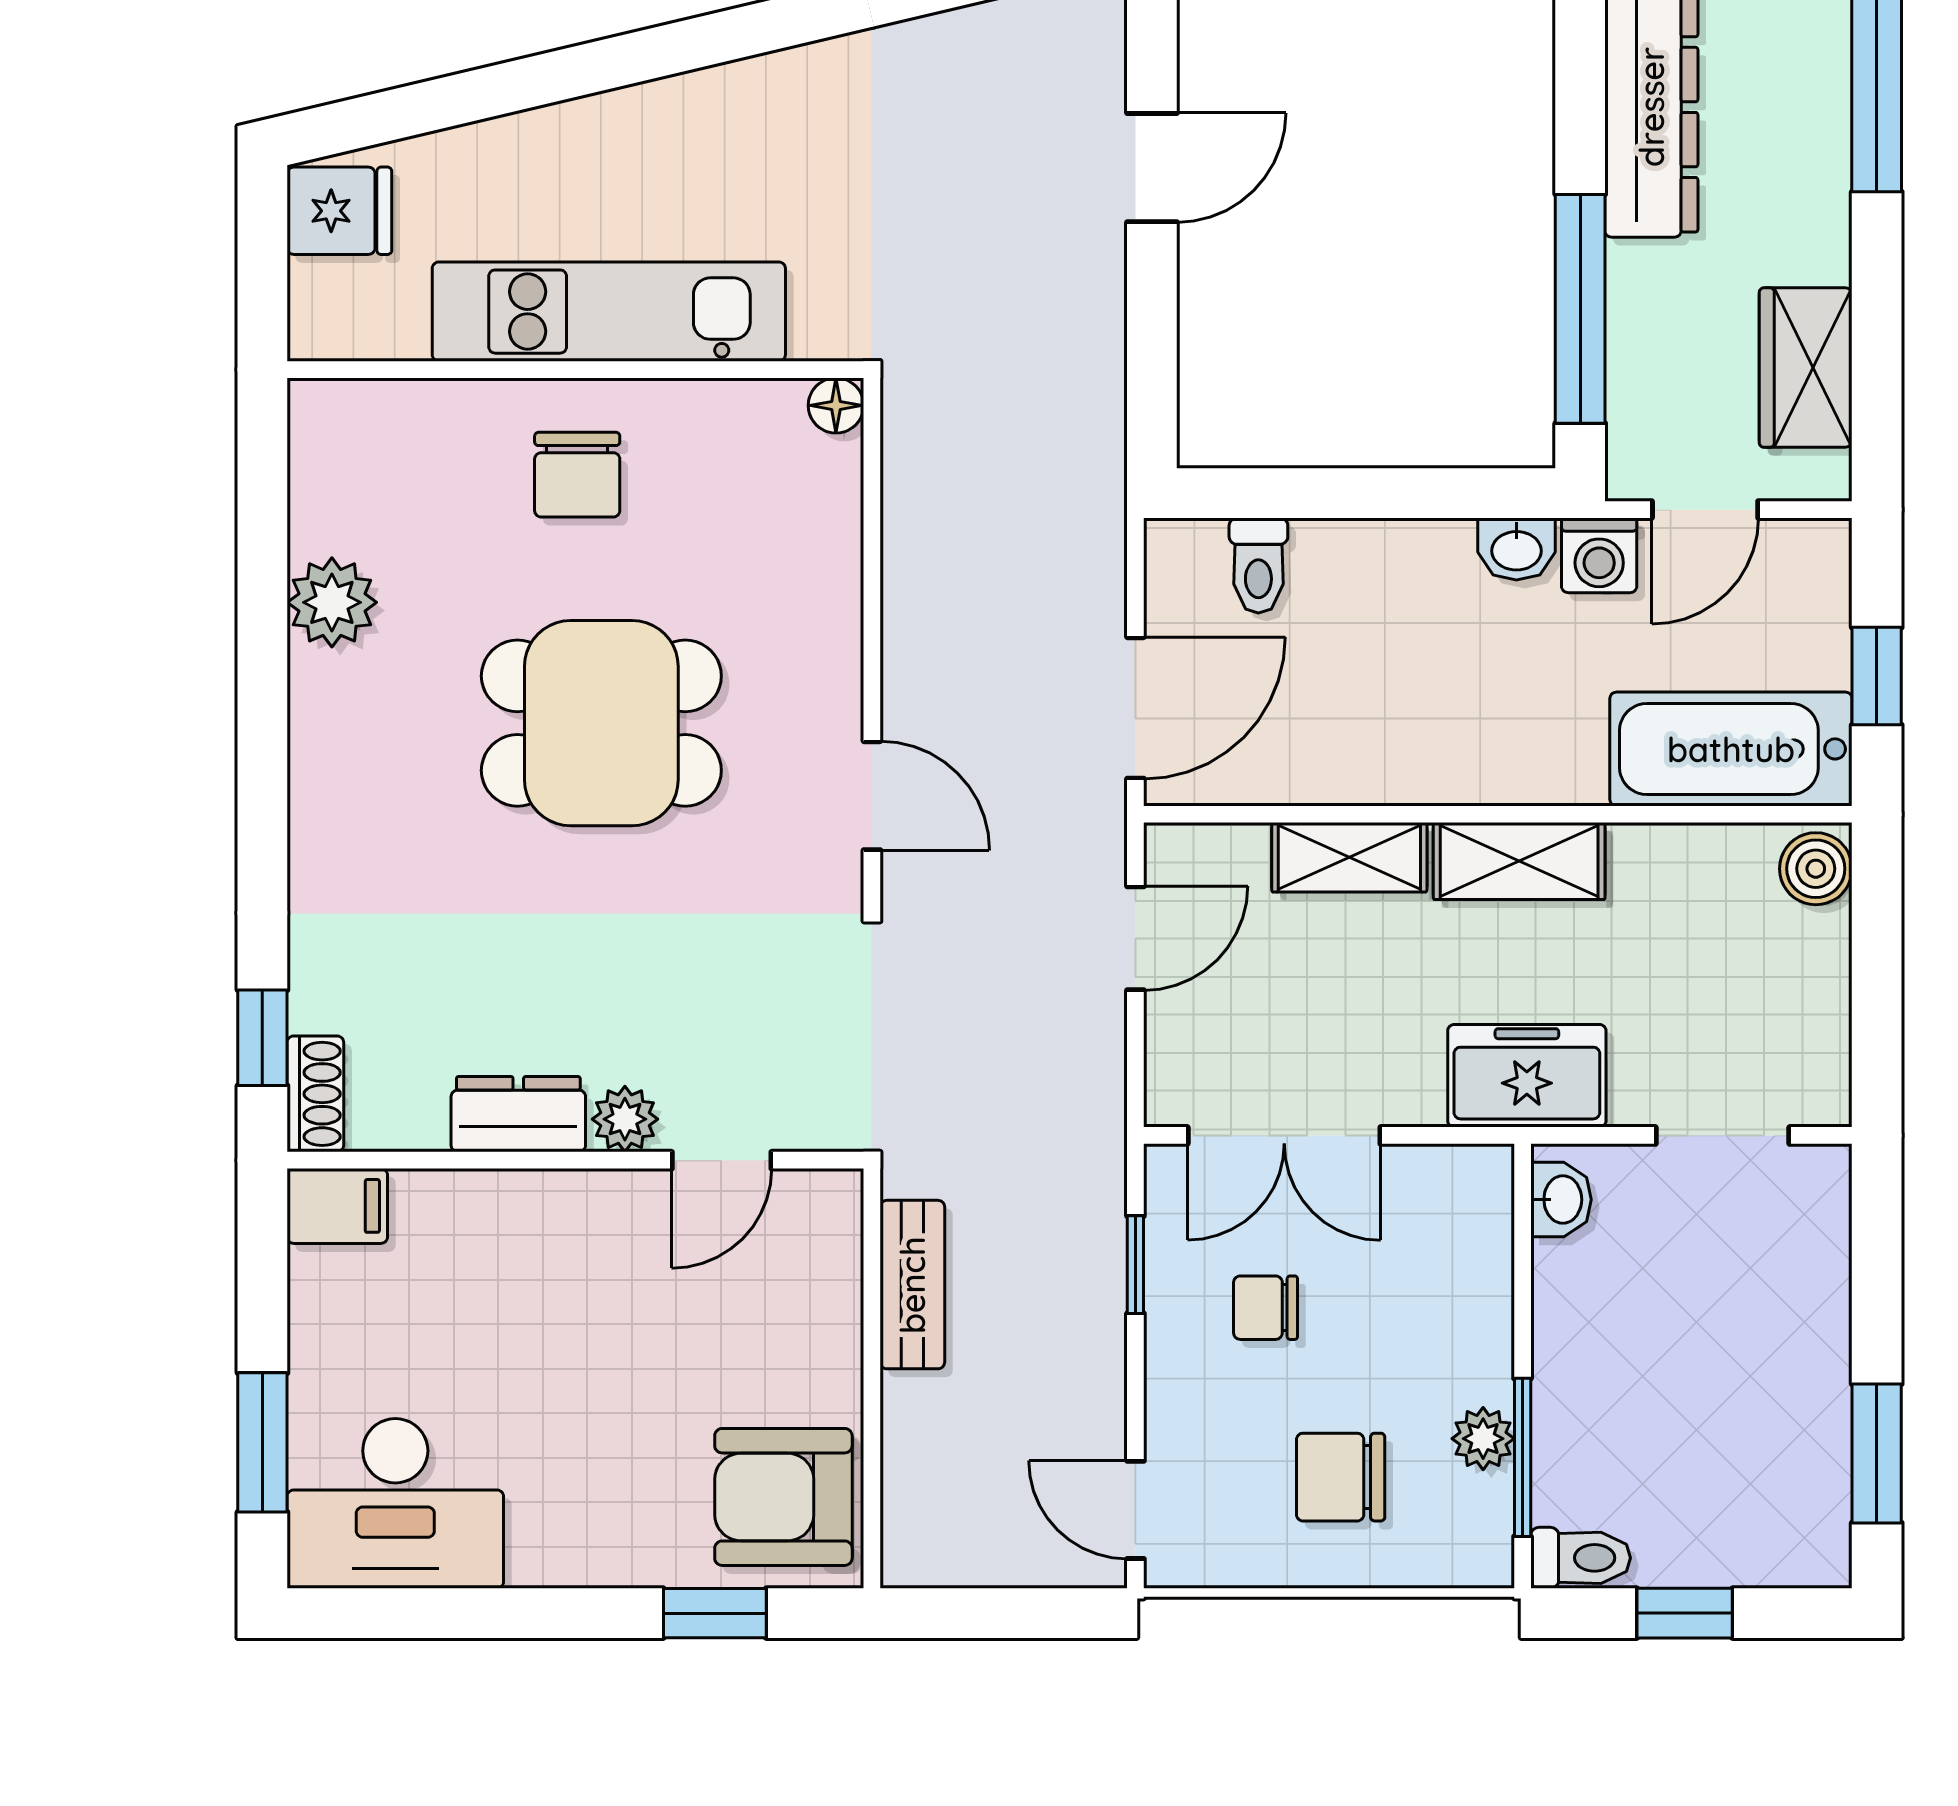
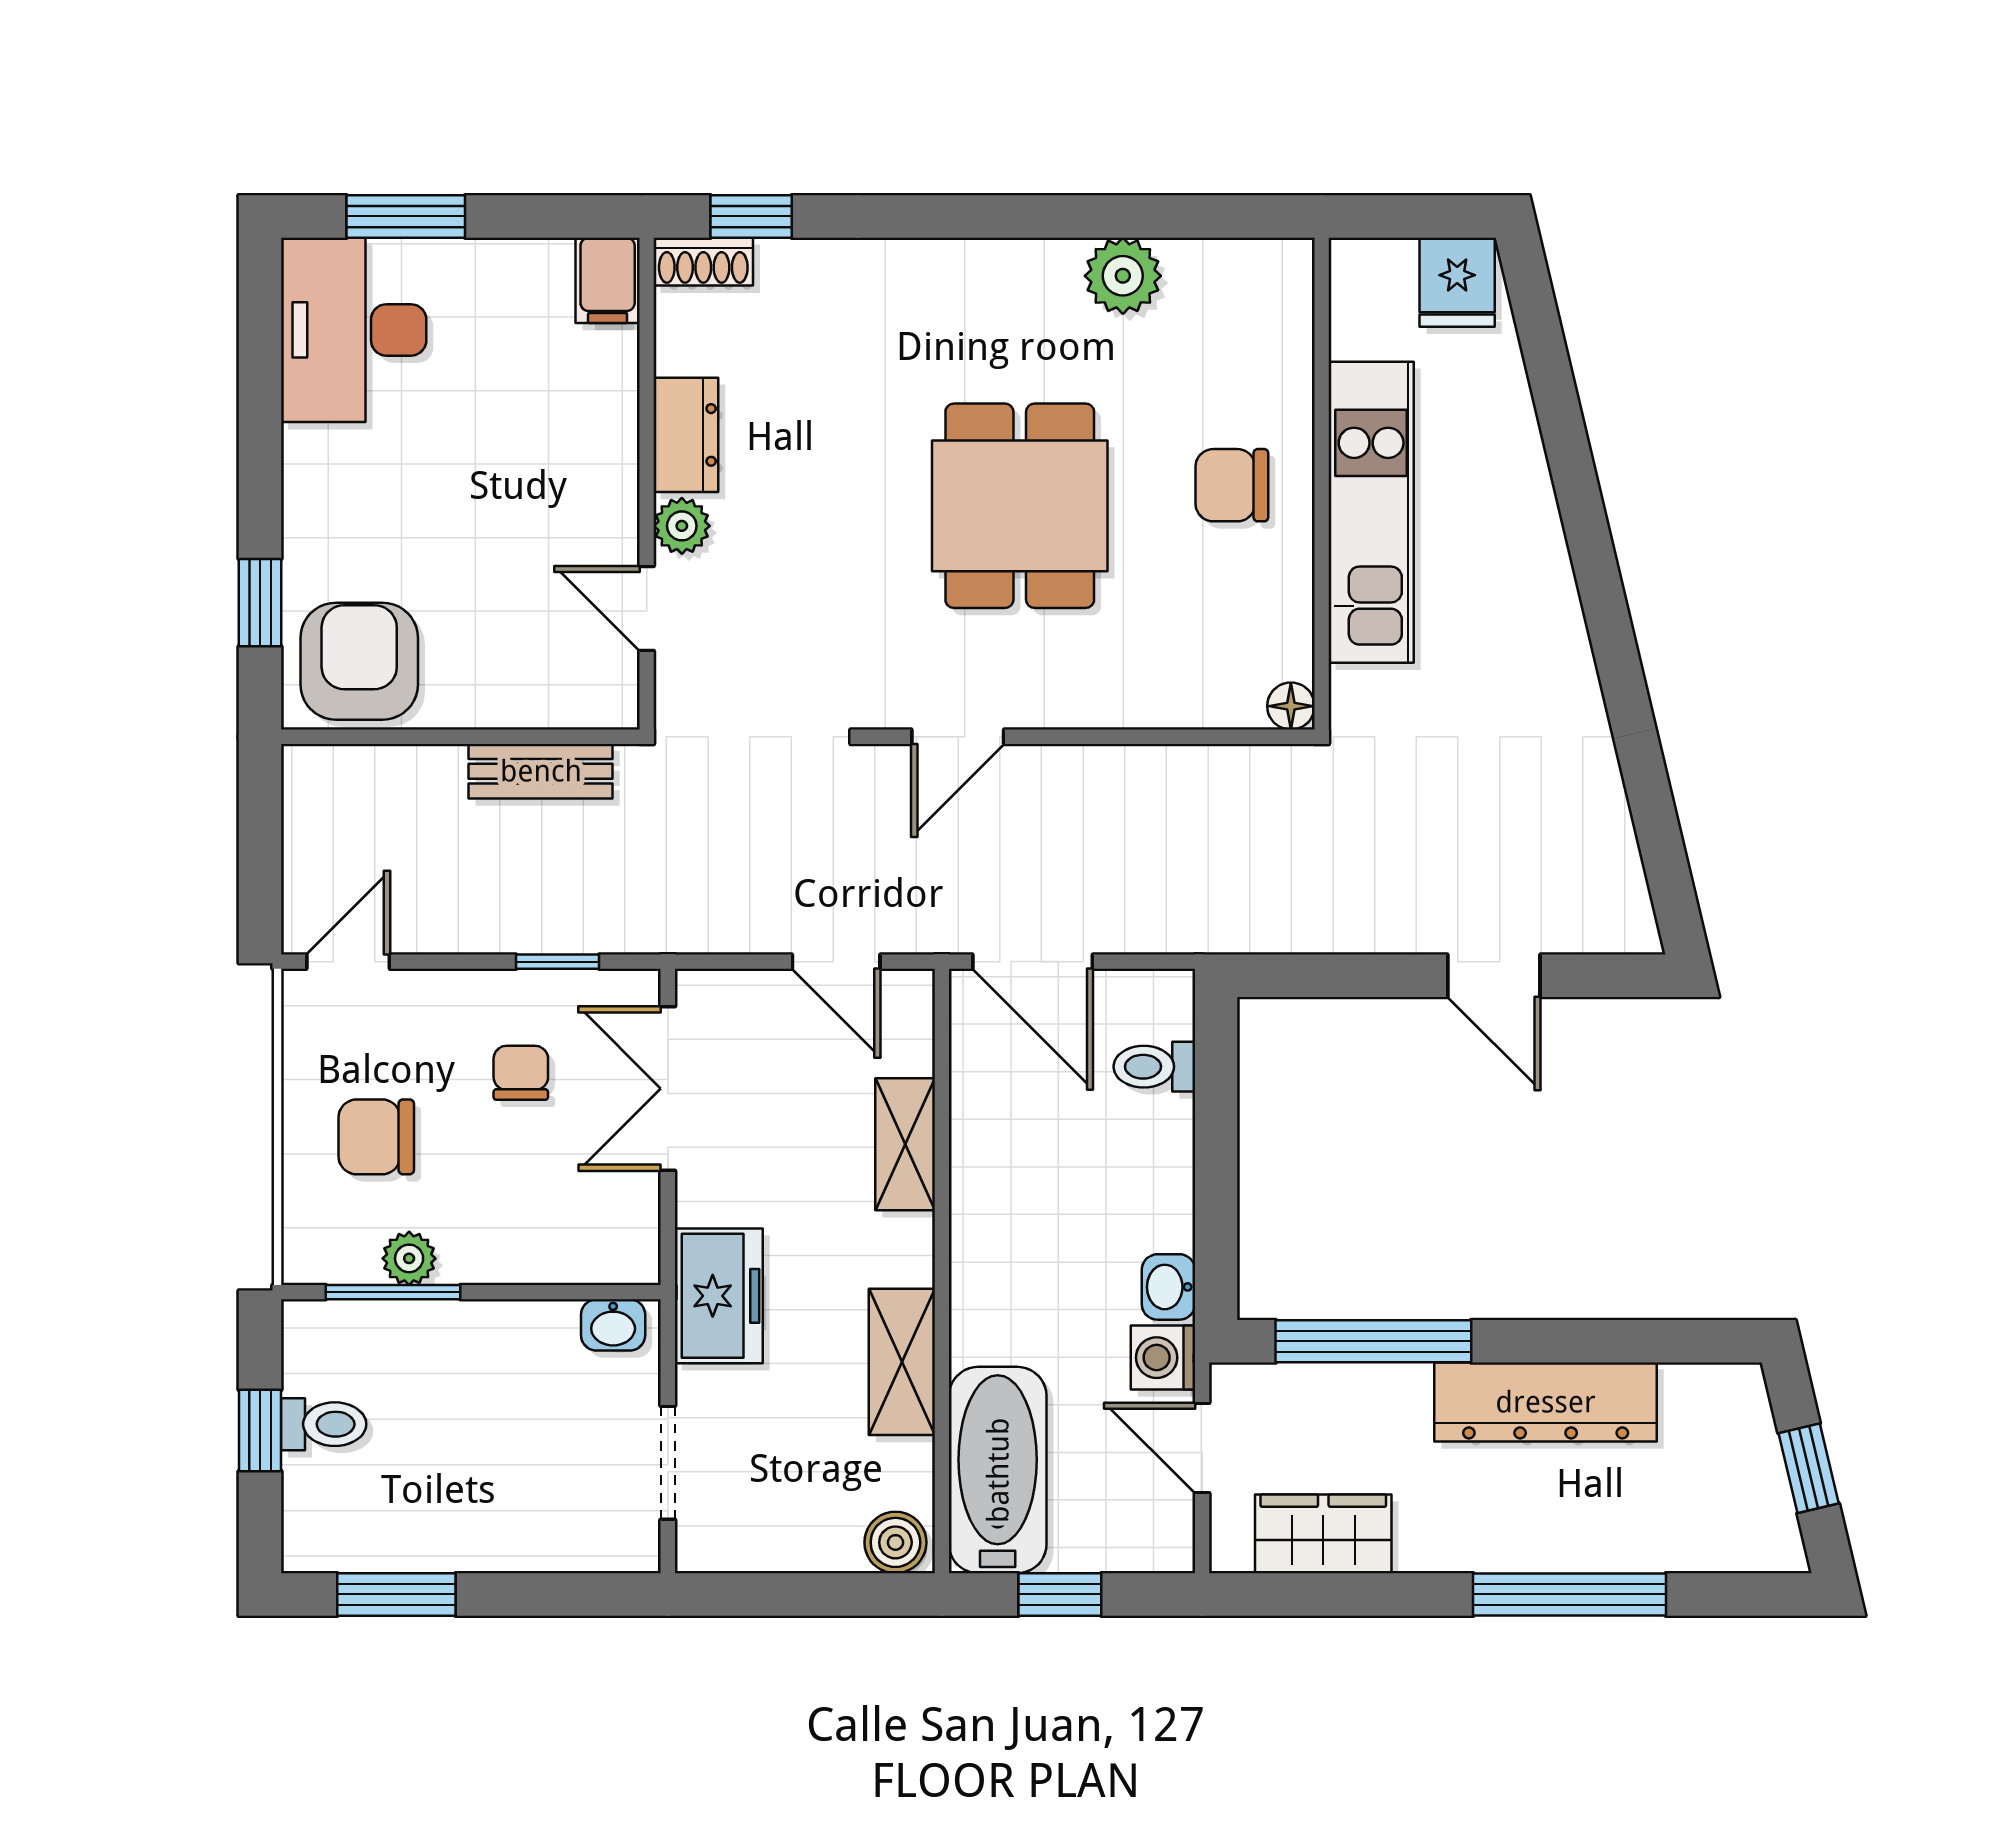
shelving: (1519, 861) -> (902, 1362), moved
chair: (1341, 1477) -> (376, 1137), turned -90
toilet: (1581, 1558) -> (324, 1424), moved, turned -90

